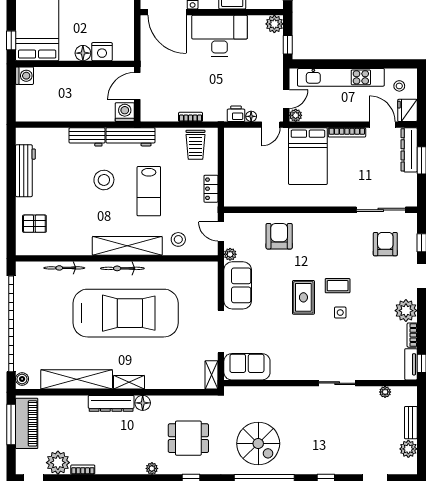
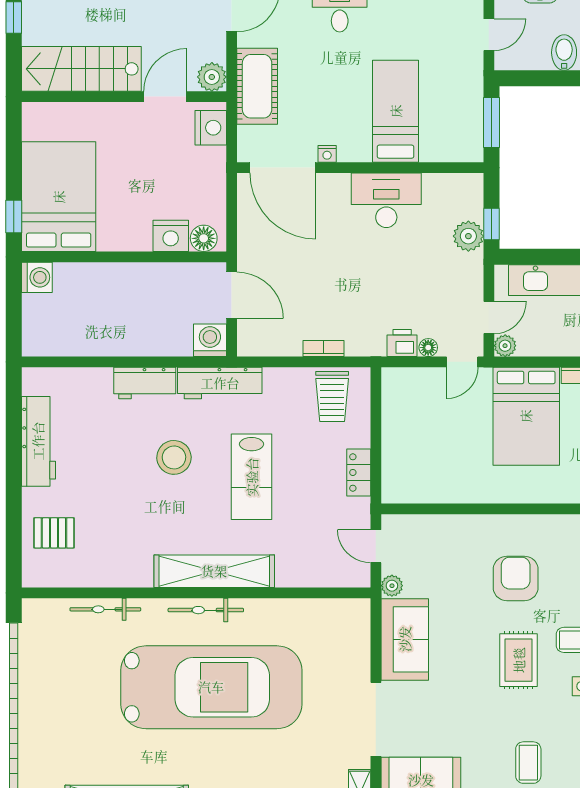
plant: (274, 24) -> (468, 236), moved
desk: (220, 36) -> (386, 200), width x0.73, depth x0.77
floor lamp: (83, 53) -> (204, 238), moved
door: (137, 86) -> (232, 295), swing flipped
armchair: (279, 236) -> (516, 578), moved
stool: (178, 239) -> (302, 560), removed
coffee table: (309, 357) -> (528, 763), added

